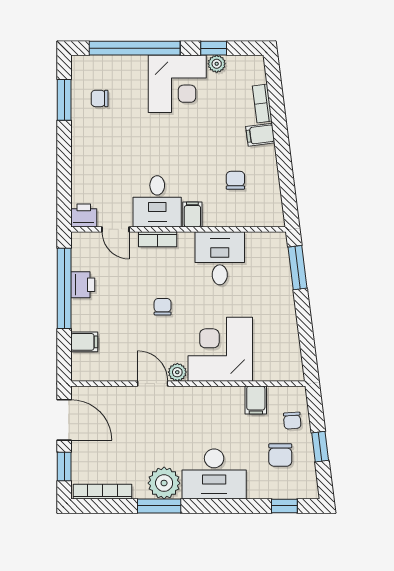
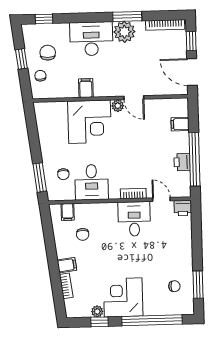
filing cabinet: (192, 215) -> (68, 212), moved
chair: (163, 307) -> (63, 174), moved
filing cabinet: (256, 400) -> (86, 88), moved

